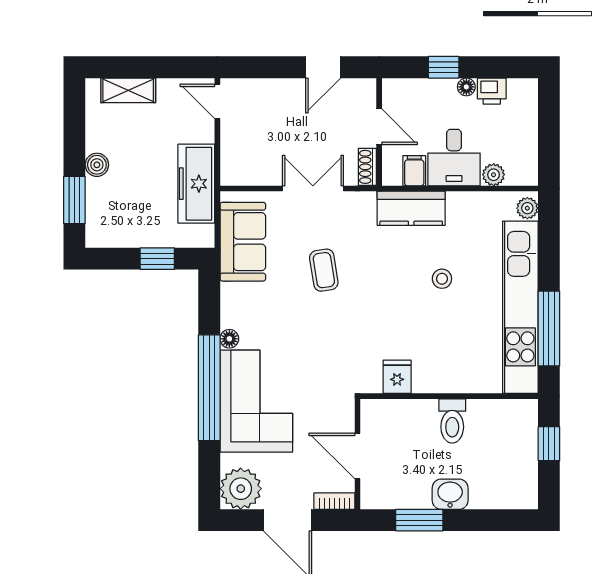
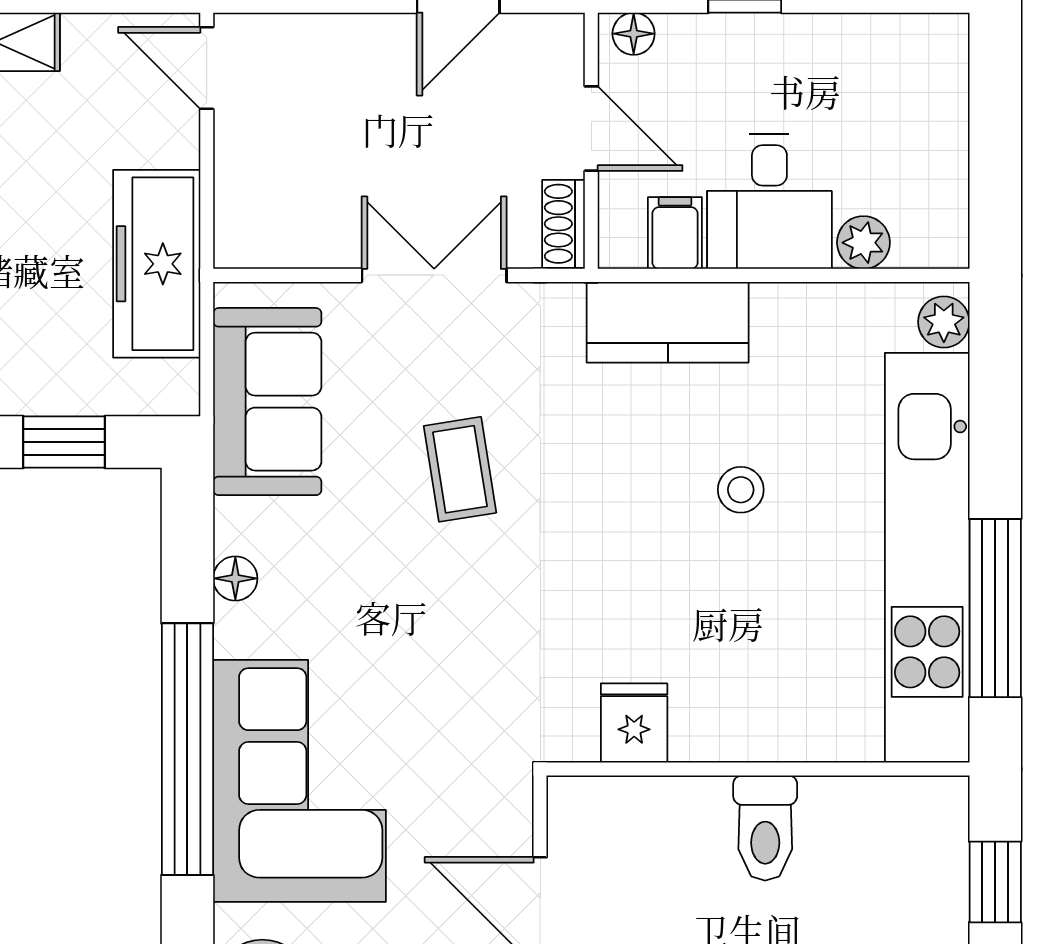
floor lamp: (466, 87) -> (634, 34), moved
printer: (492, 91) -> (859, 44), removed
floor lamp: (229, 339) -> (235, 578), moved

